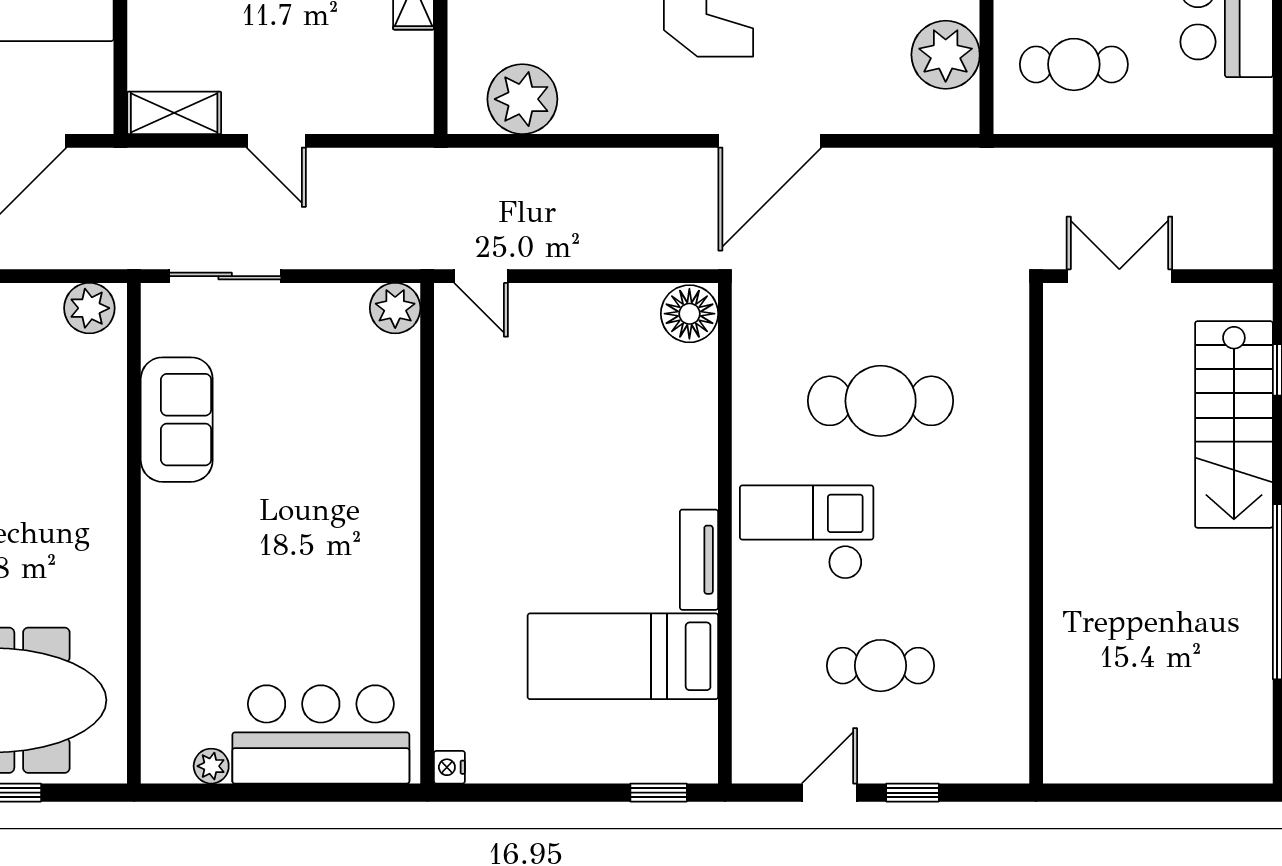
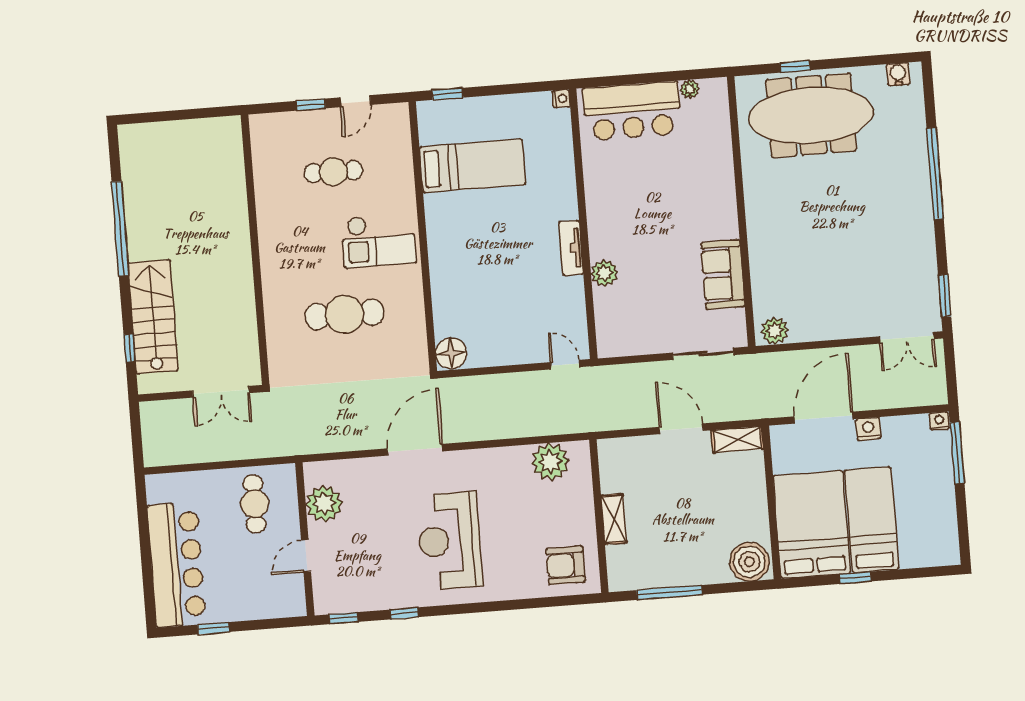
cafe table: (1074, 64) -> (255, 504), turned 90
door: (276, 141) -> (681, 429), width x1.38
plant: (395, 308) -> (604, 273), moved
tv unit: (699, 560) -> (571, 248), moved, turned 180

